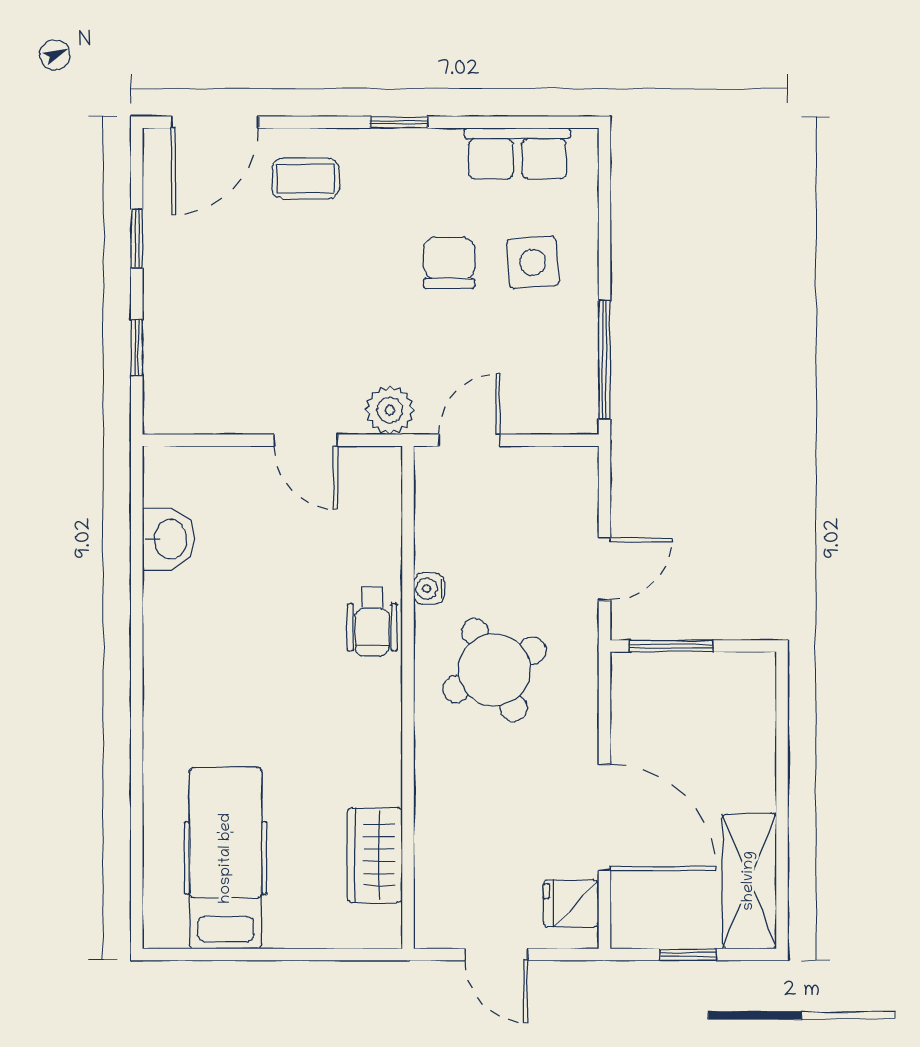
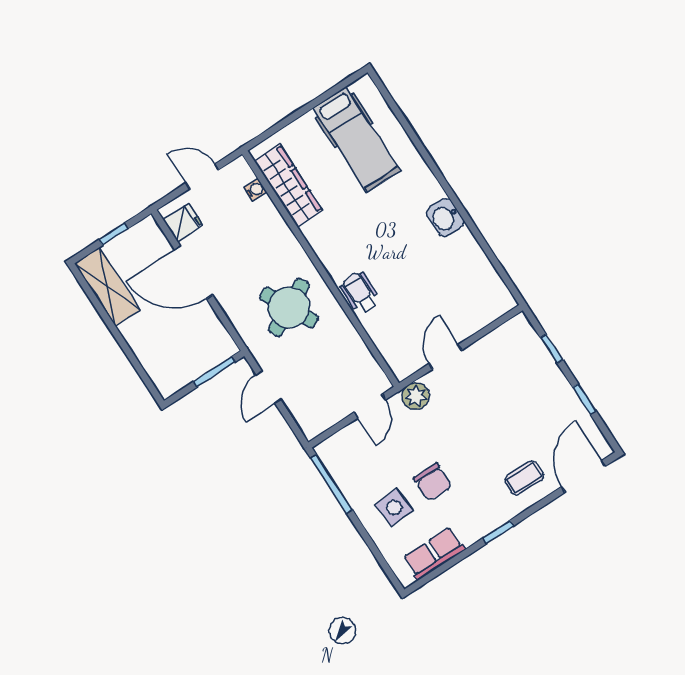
door: (306, 440) -> (446, 357), hinge flipped
washbasin: (169, 539) -> (445, 217), moved
water cooler: (429, 589) -> (255, 190), moved
wardrobe: (375, 855) -> (288, 186), width x1.50

